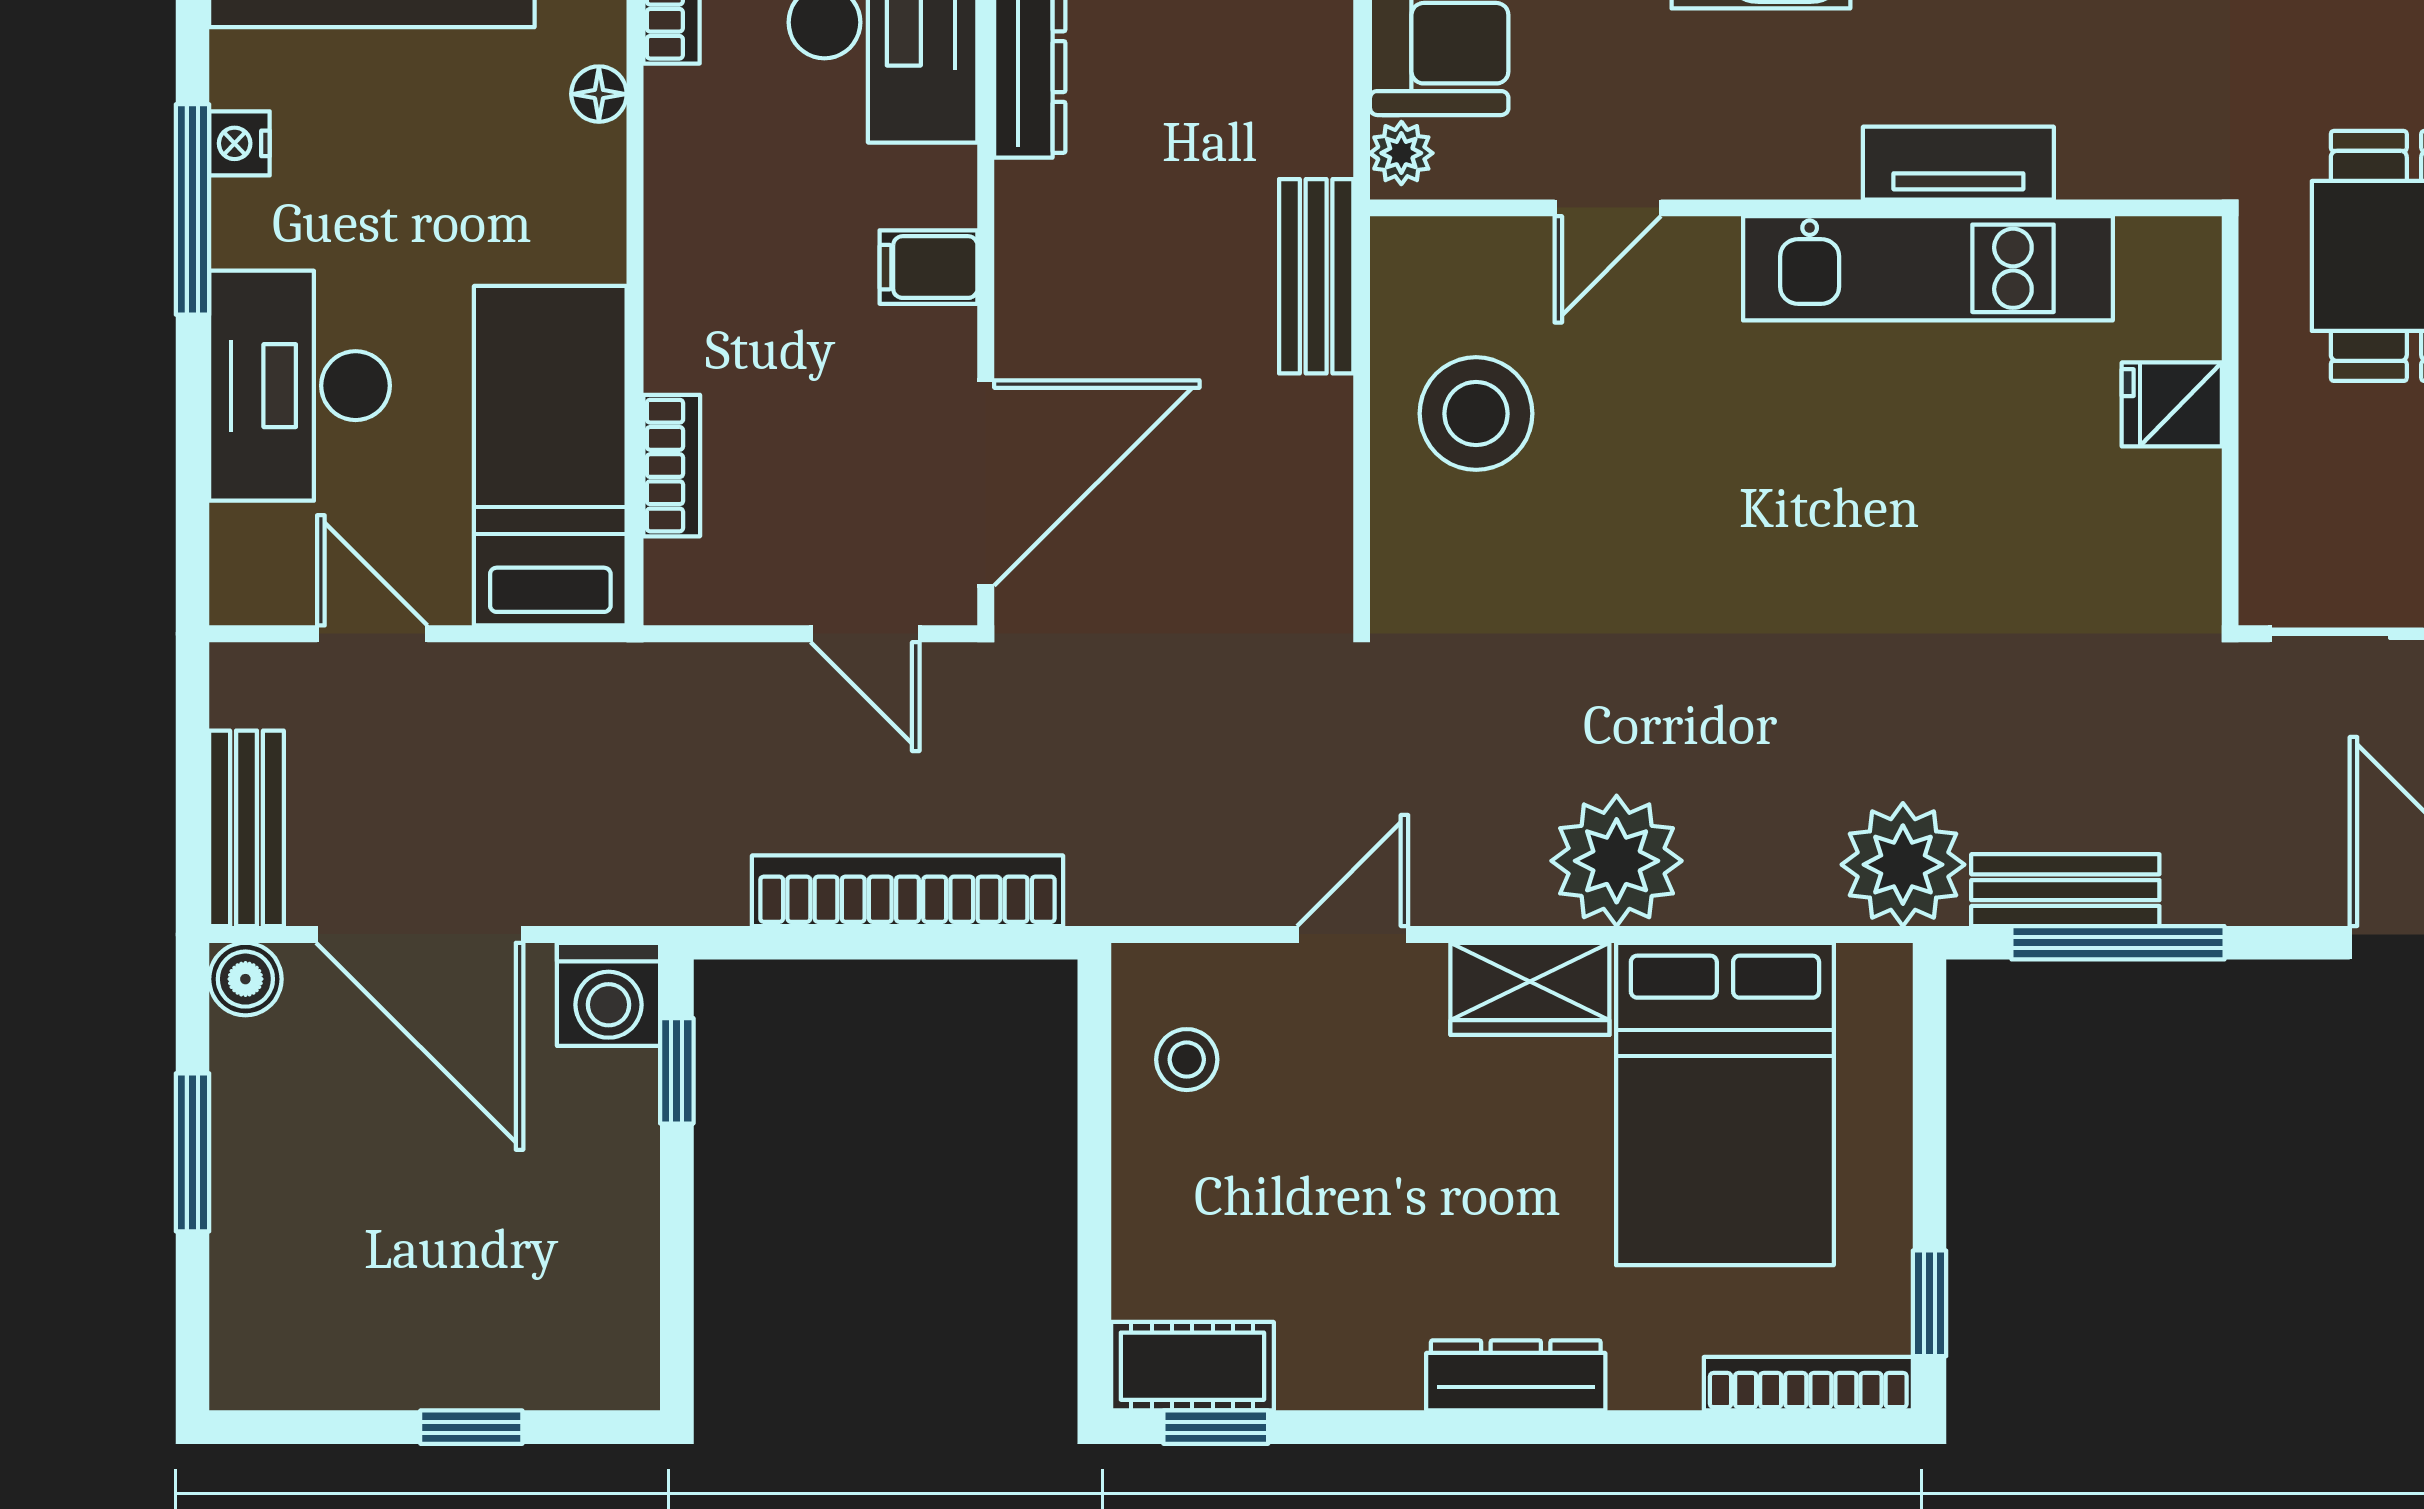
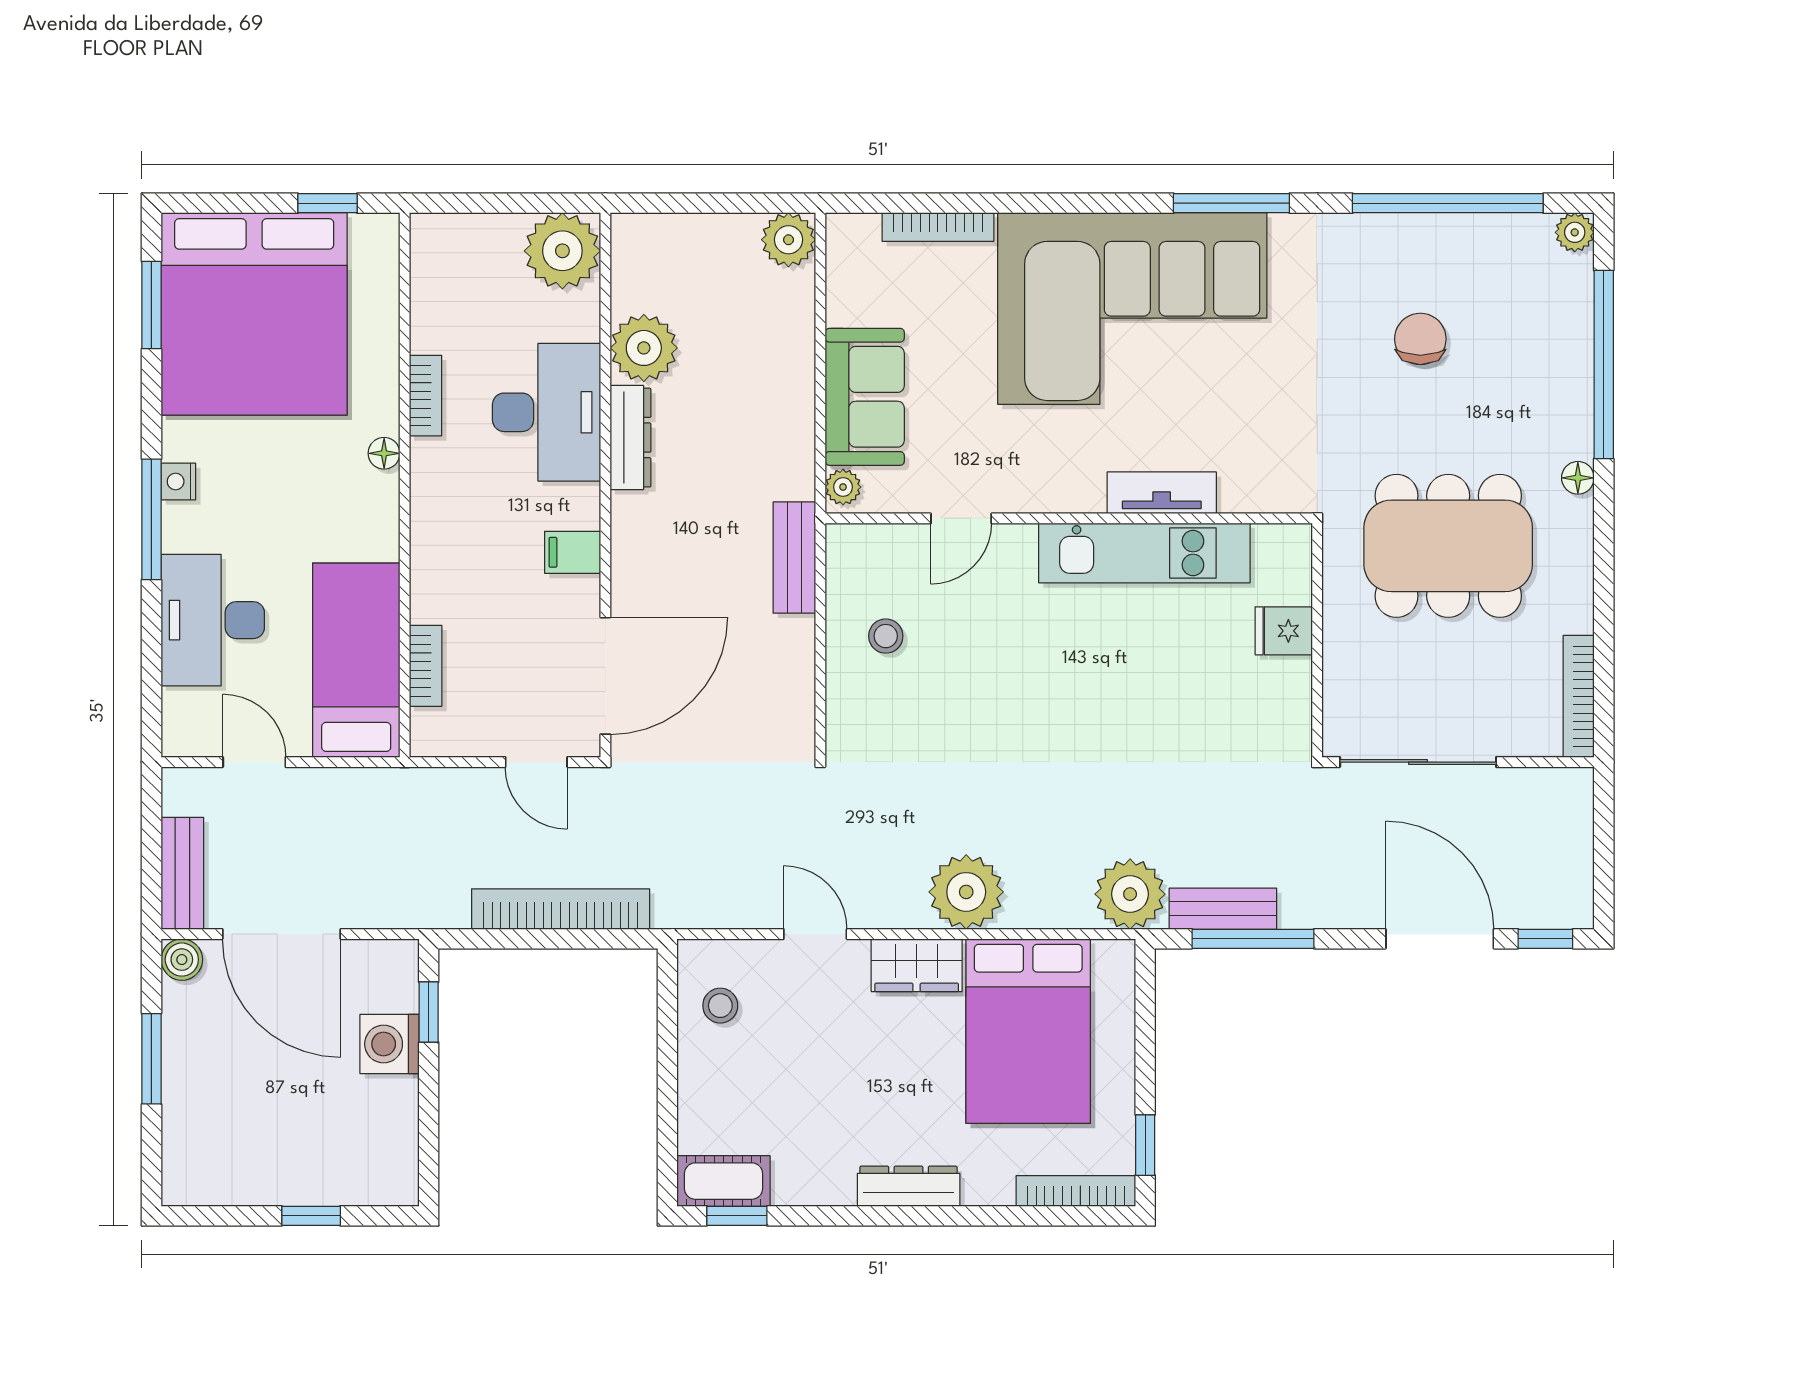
stool: (1476, 414) -> (886, 636), width x0.53, depth x0.53
door: (1353, 934) -> (815, 934), hinge flipped
washing machine: (609, 994) -> (390, 1044), moved, turned 90

